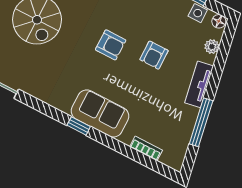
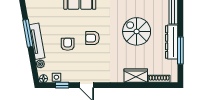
tv unit: (199, 84) -> (37, 41), width x1.41
window: (201, 122) -> (28, 33), moved

